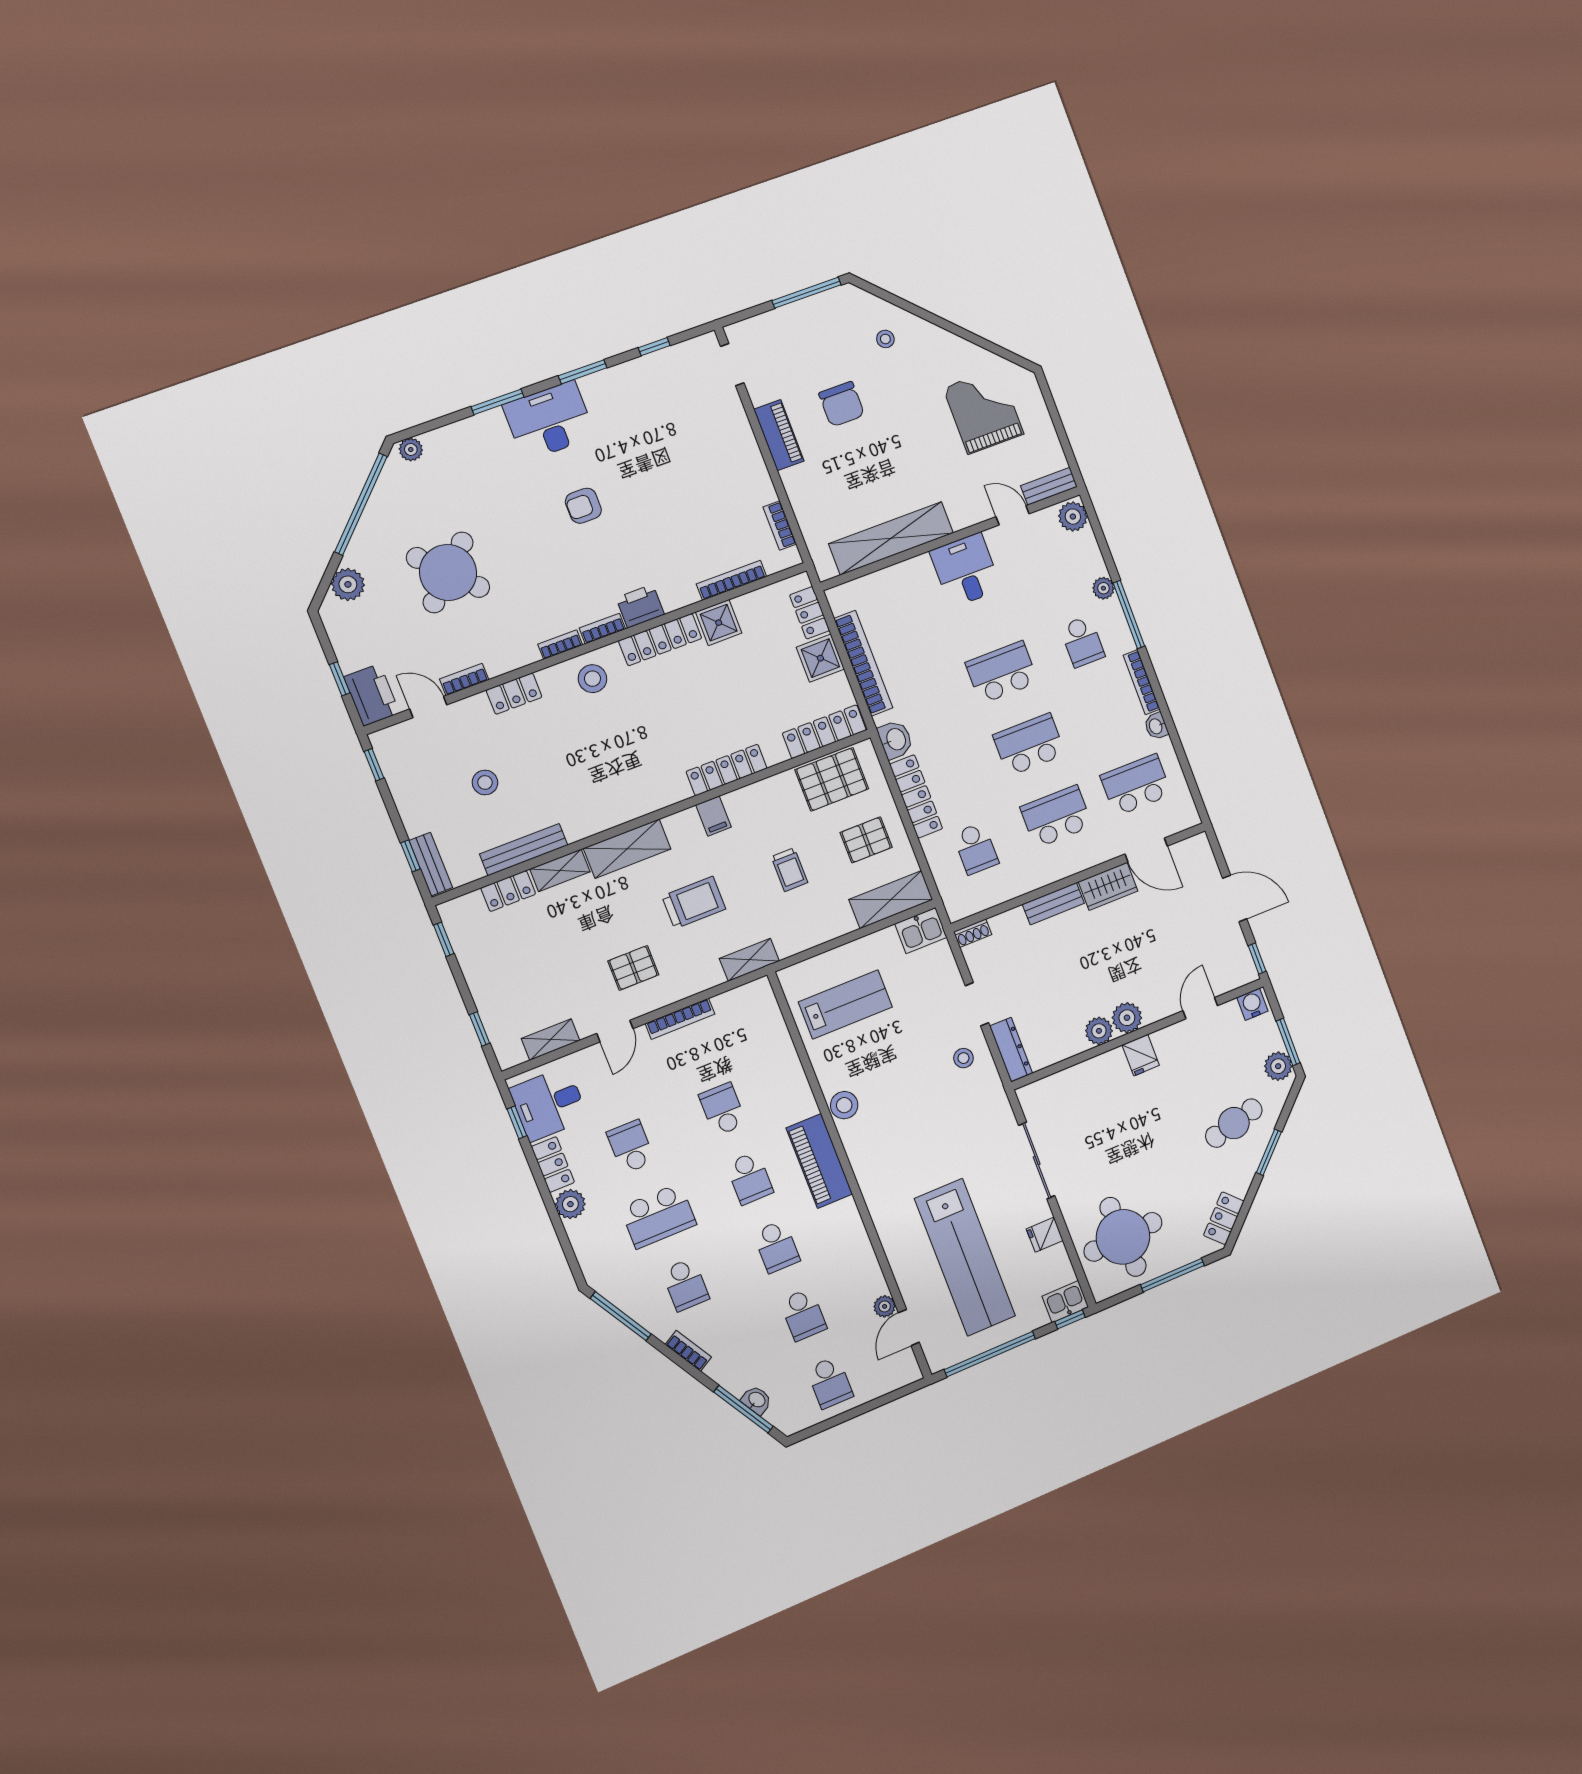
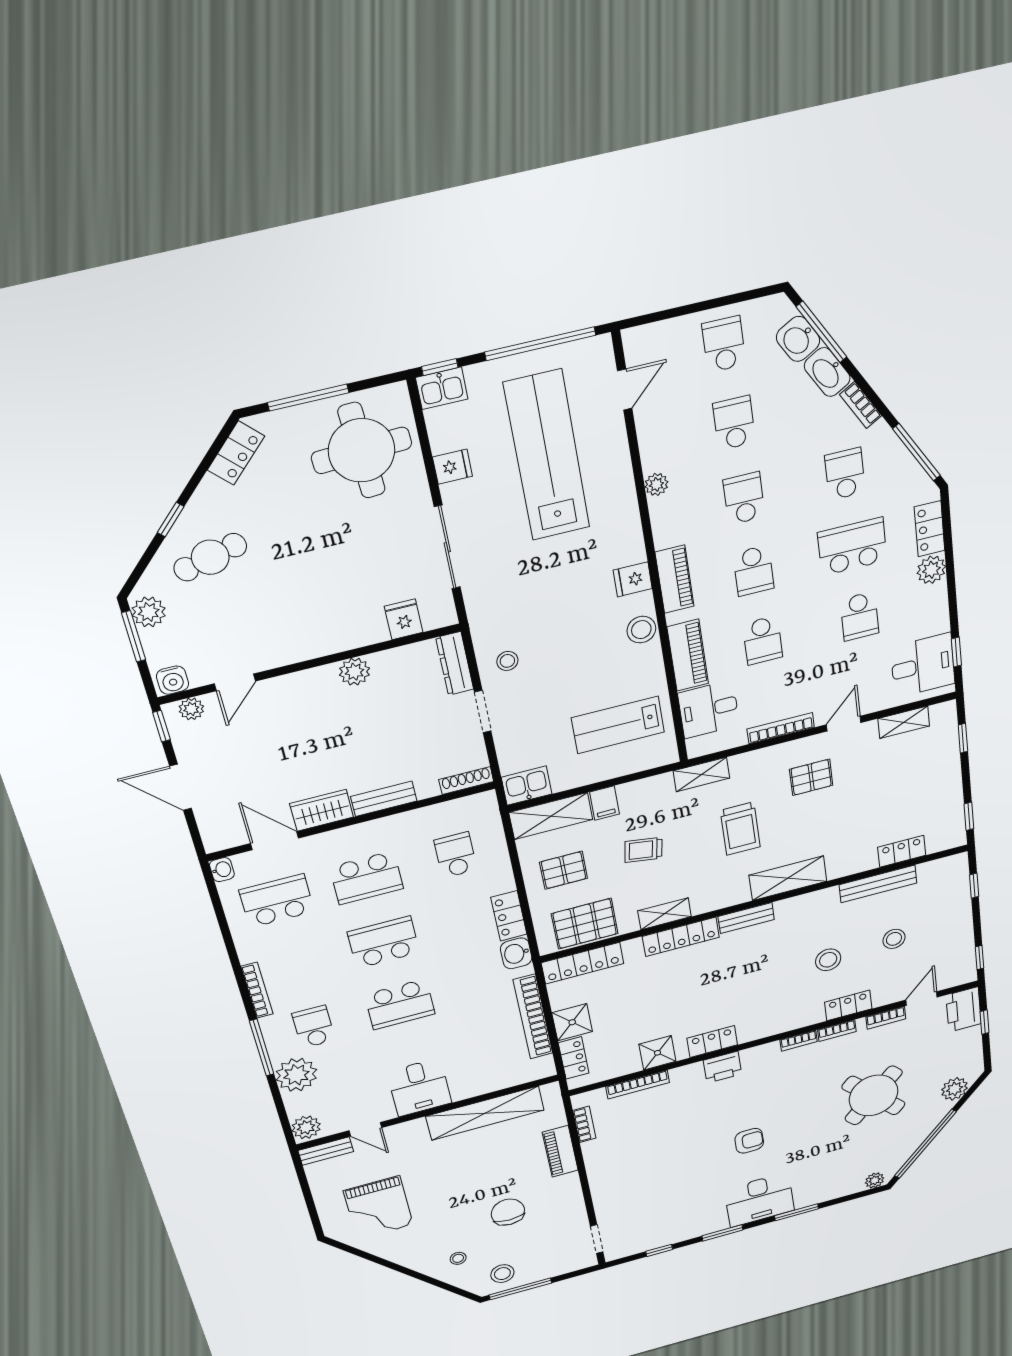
stool: (831, 316) -> (502, 1274), added
piano: (779, 435) -> (560, 1151), moved
plant: (1103, 588) -> (296, 1075), width x1.87, depth x1.87
bookcase: (602, 629) -> (837, 1031), moved
locker: (660, 640) -> (712, 1042), width x0.66
stool: (592, 679) -> (828, 960), moved
door: (428, 707) -> (922, 999), swing flipped
washbasin: (1156, 726) -> (222, 870), moved
school desk: (1029, 745) -> (383, 942), turned 180
school desk: (1136, 785) -> (277, 901), turned 180
locker: (916, 796) -> (509, 916), width x0.66
filing cabinet: (713, 816) -> (605, 803), moved, turned 180
bench: (431, 864) -> (746, 918), moved, turned 90
shelving: (560, 870) -> (665, 914), moved
trolley: (790, 870) -> (643, 850), turned -81
trolley: (694, 903) -> (740, 829), turned -90
shoe rack: (973, 933) -> (466, 781), width x1.43
plant: (1127, 1018) -> (191, 709), moved, width x0.73, depth x0.73
desk: (759, 1031) -> (709, 709), added
fridge: (1141, 1055) -> (404, 619), moved
piano: (793, 1085) -> (688, 655), added
window: (1269, 1152) -> (171, 520), width x0.67
fridge: (863, 1154) -> (633, 579), added
piano: (819, 1161) -> (675, 579), width x0.73, depth x0.75
locker: (553, 1165) -> (930, 529), moved
school desk: (750, 1178) -> (754, 571), turned 180
plant: (885, 1306) -> (656, 484), moved
washbasin: (728, 1375) -> (827, 372), added
washbasin: (756, 1400) -> (798, 339), width x1.38, depth x1.45

